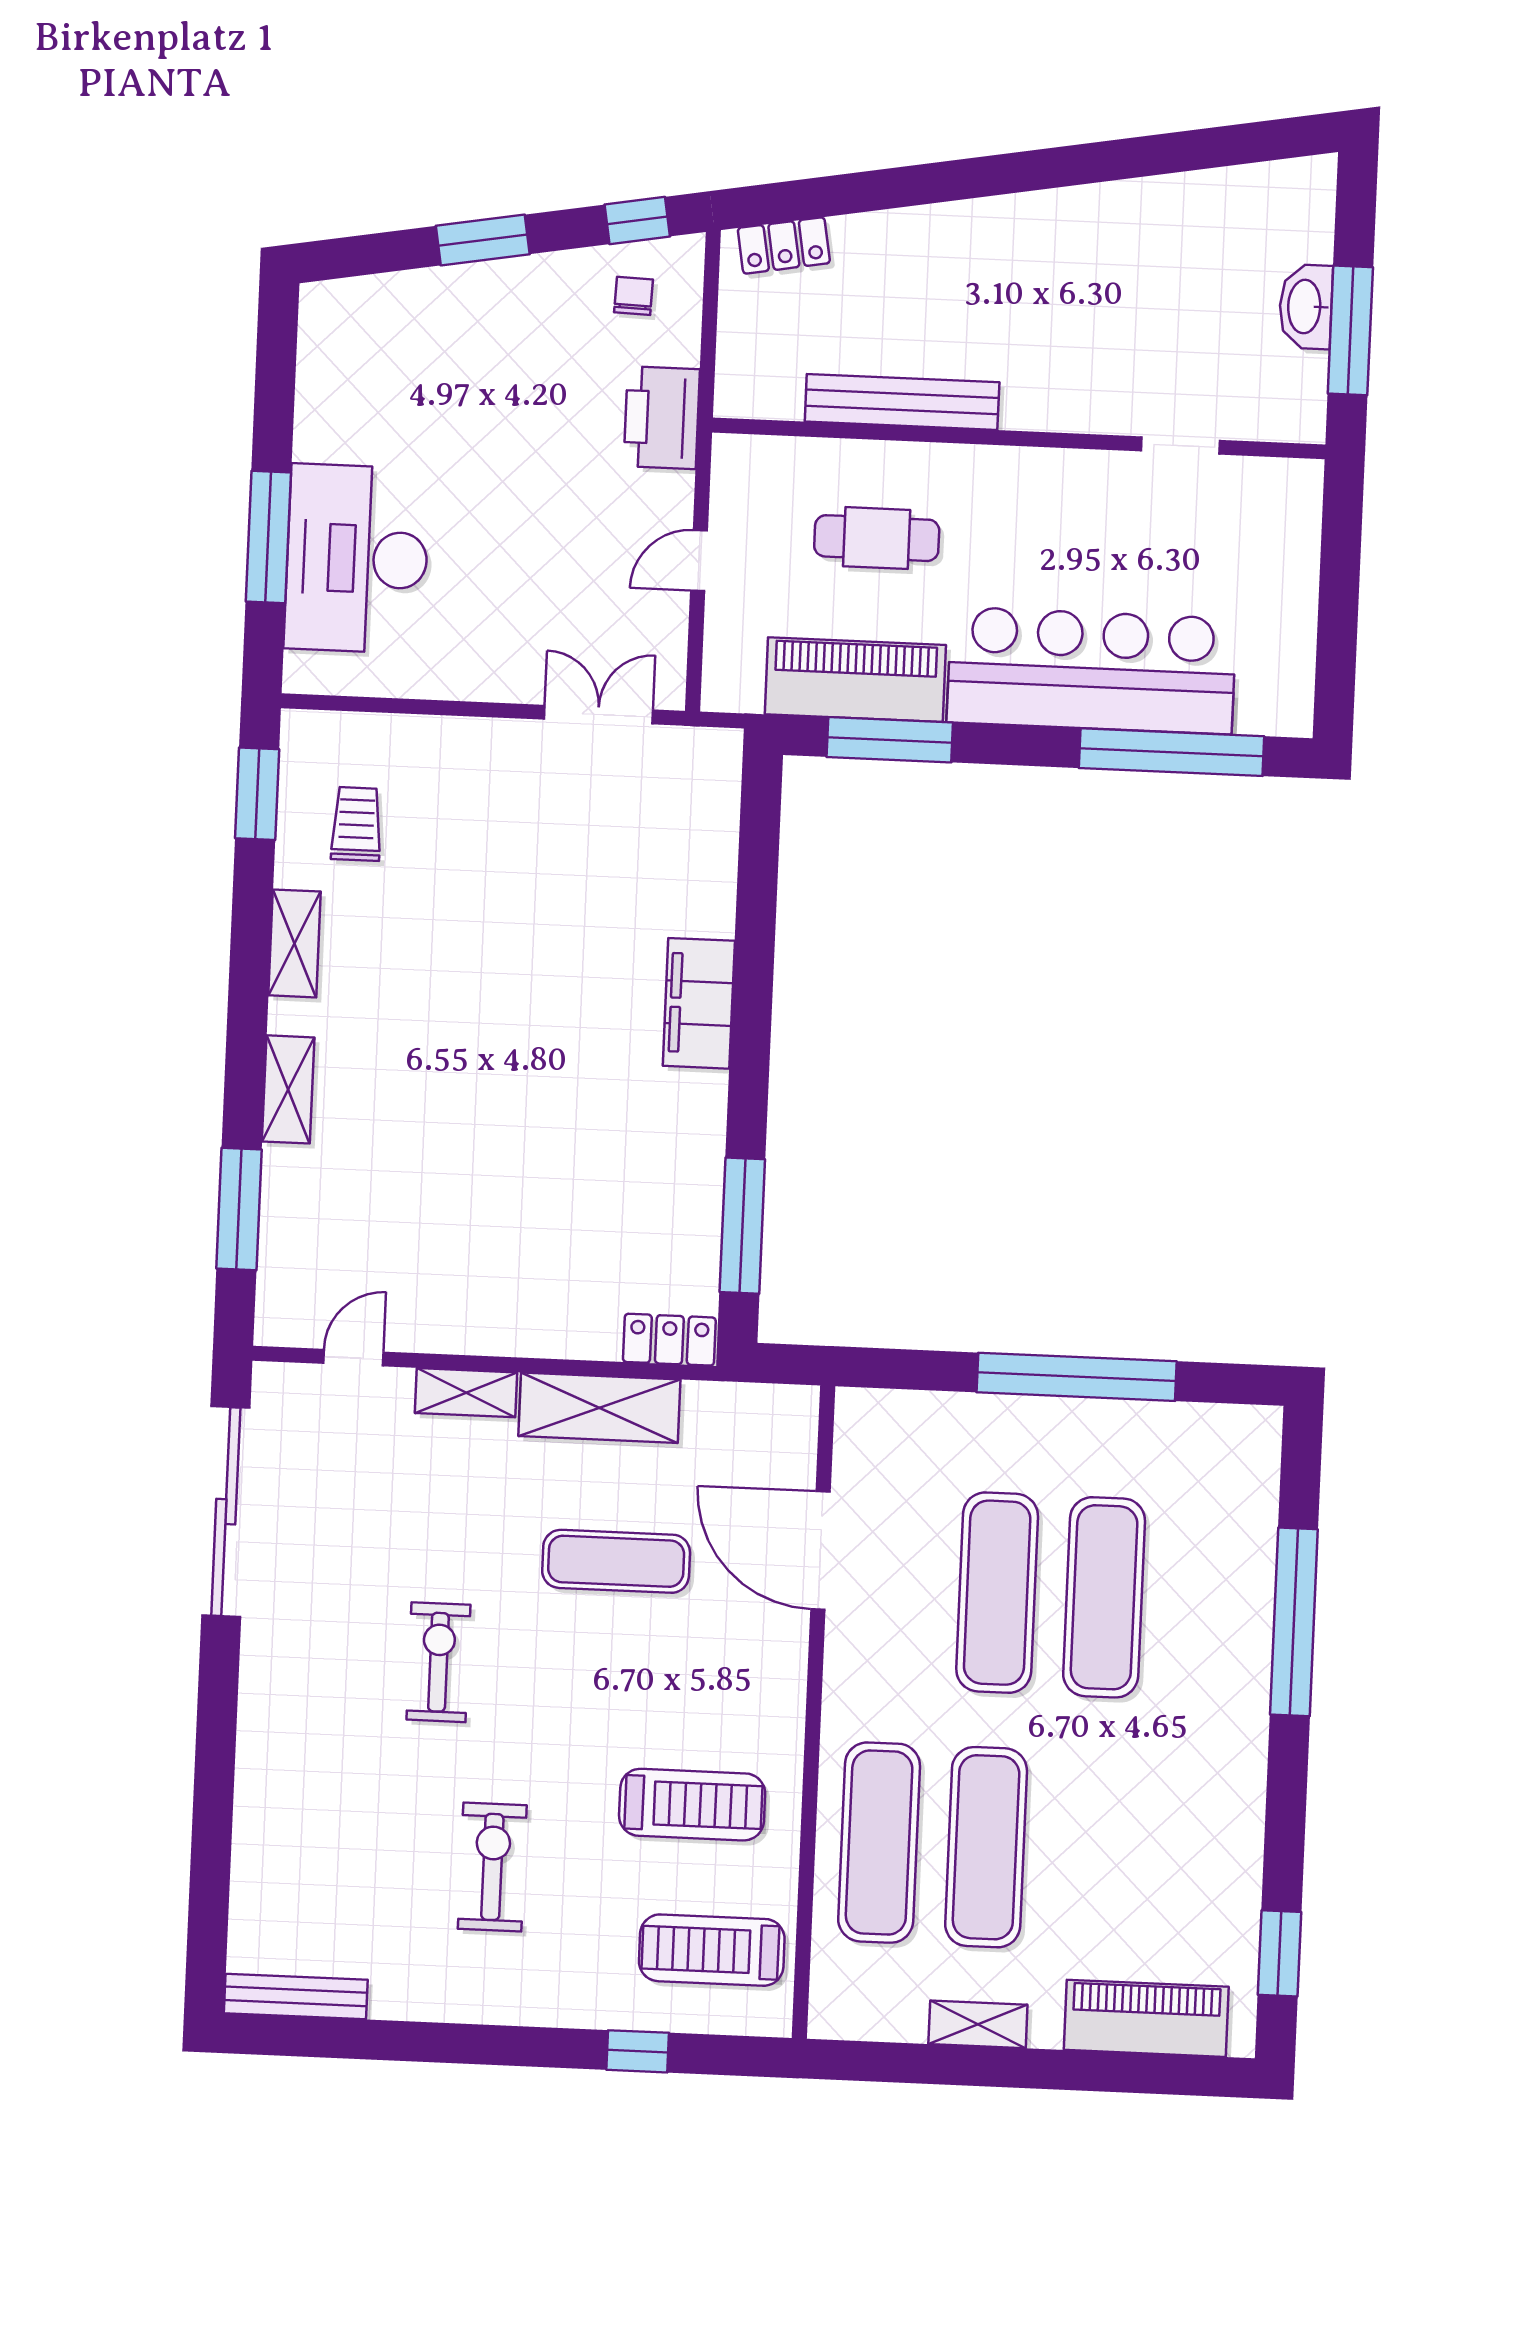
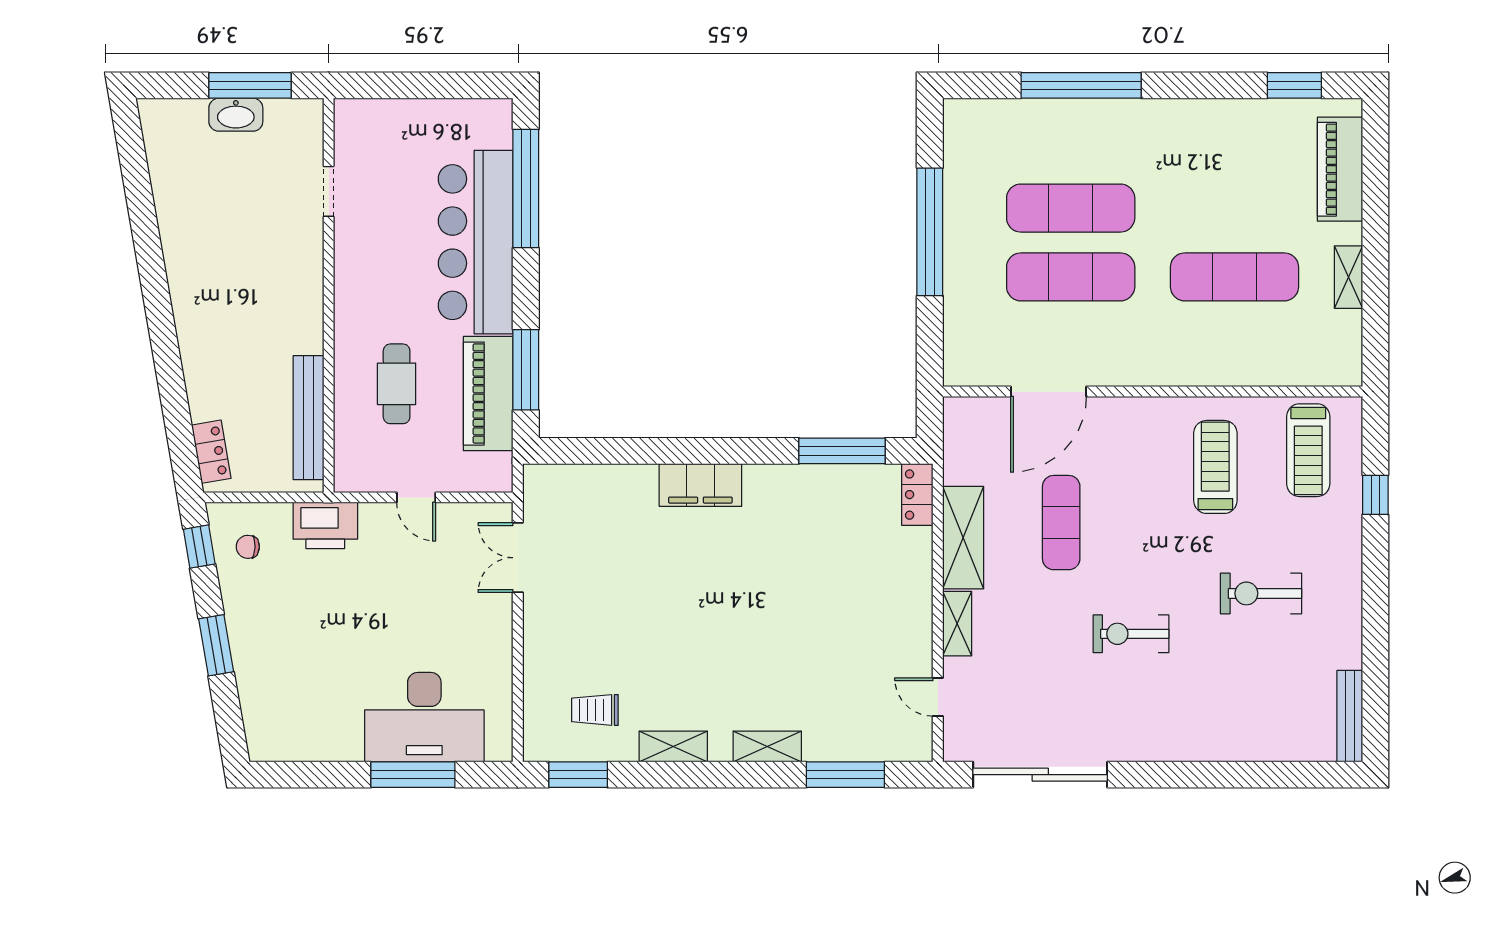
bench: (902, 402) -> (308, 418), moved
exercise mat: (879, 1843) -> (1234, 346), removed

